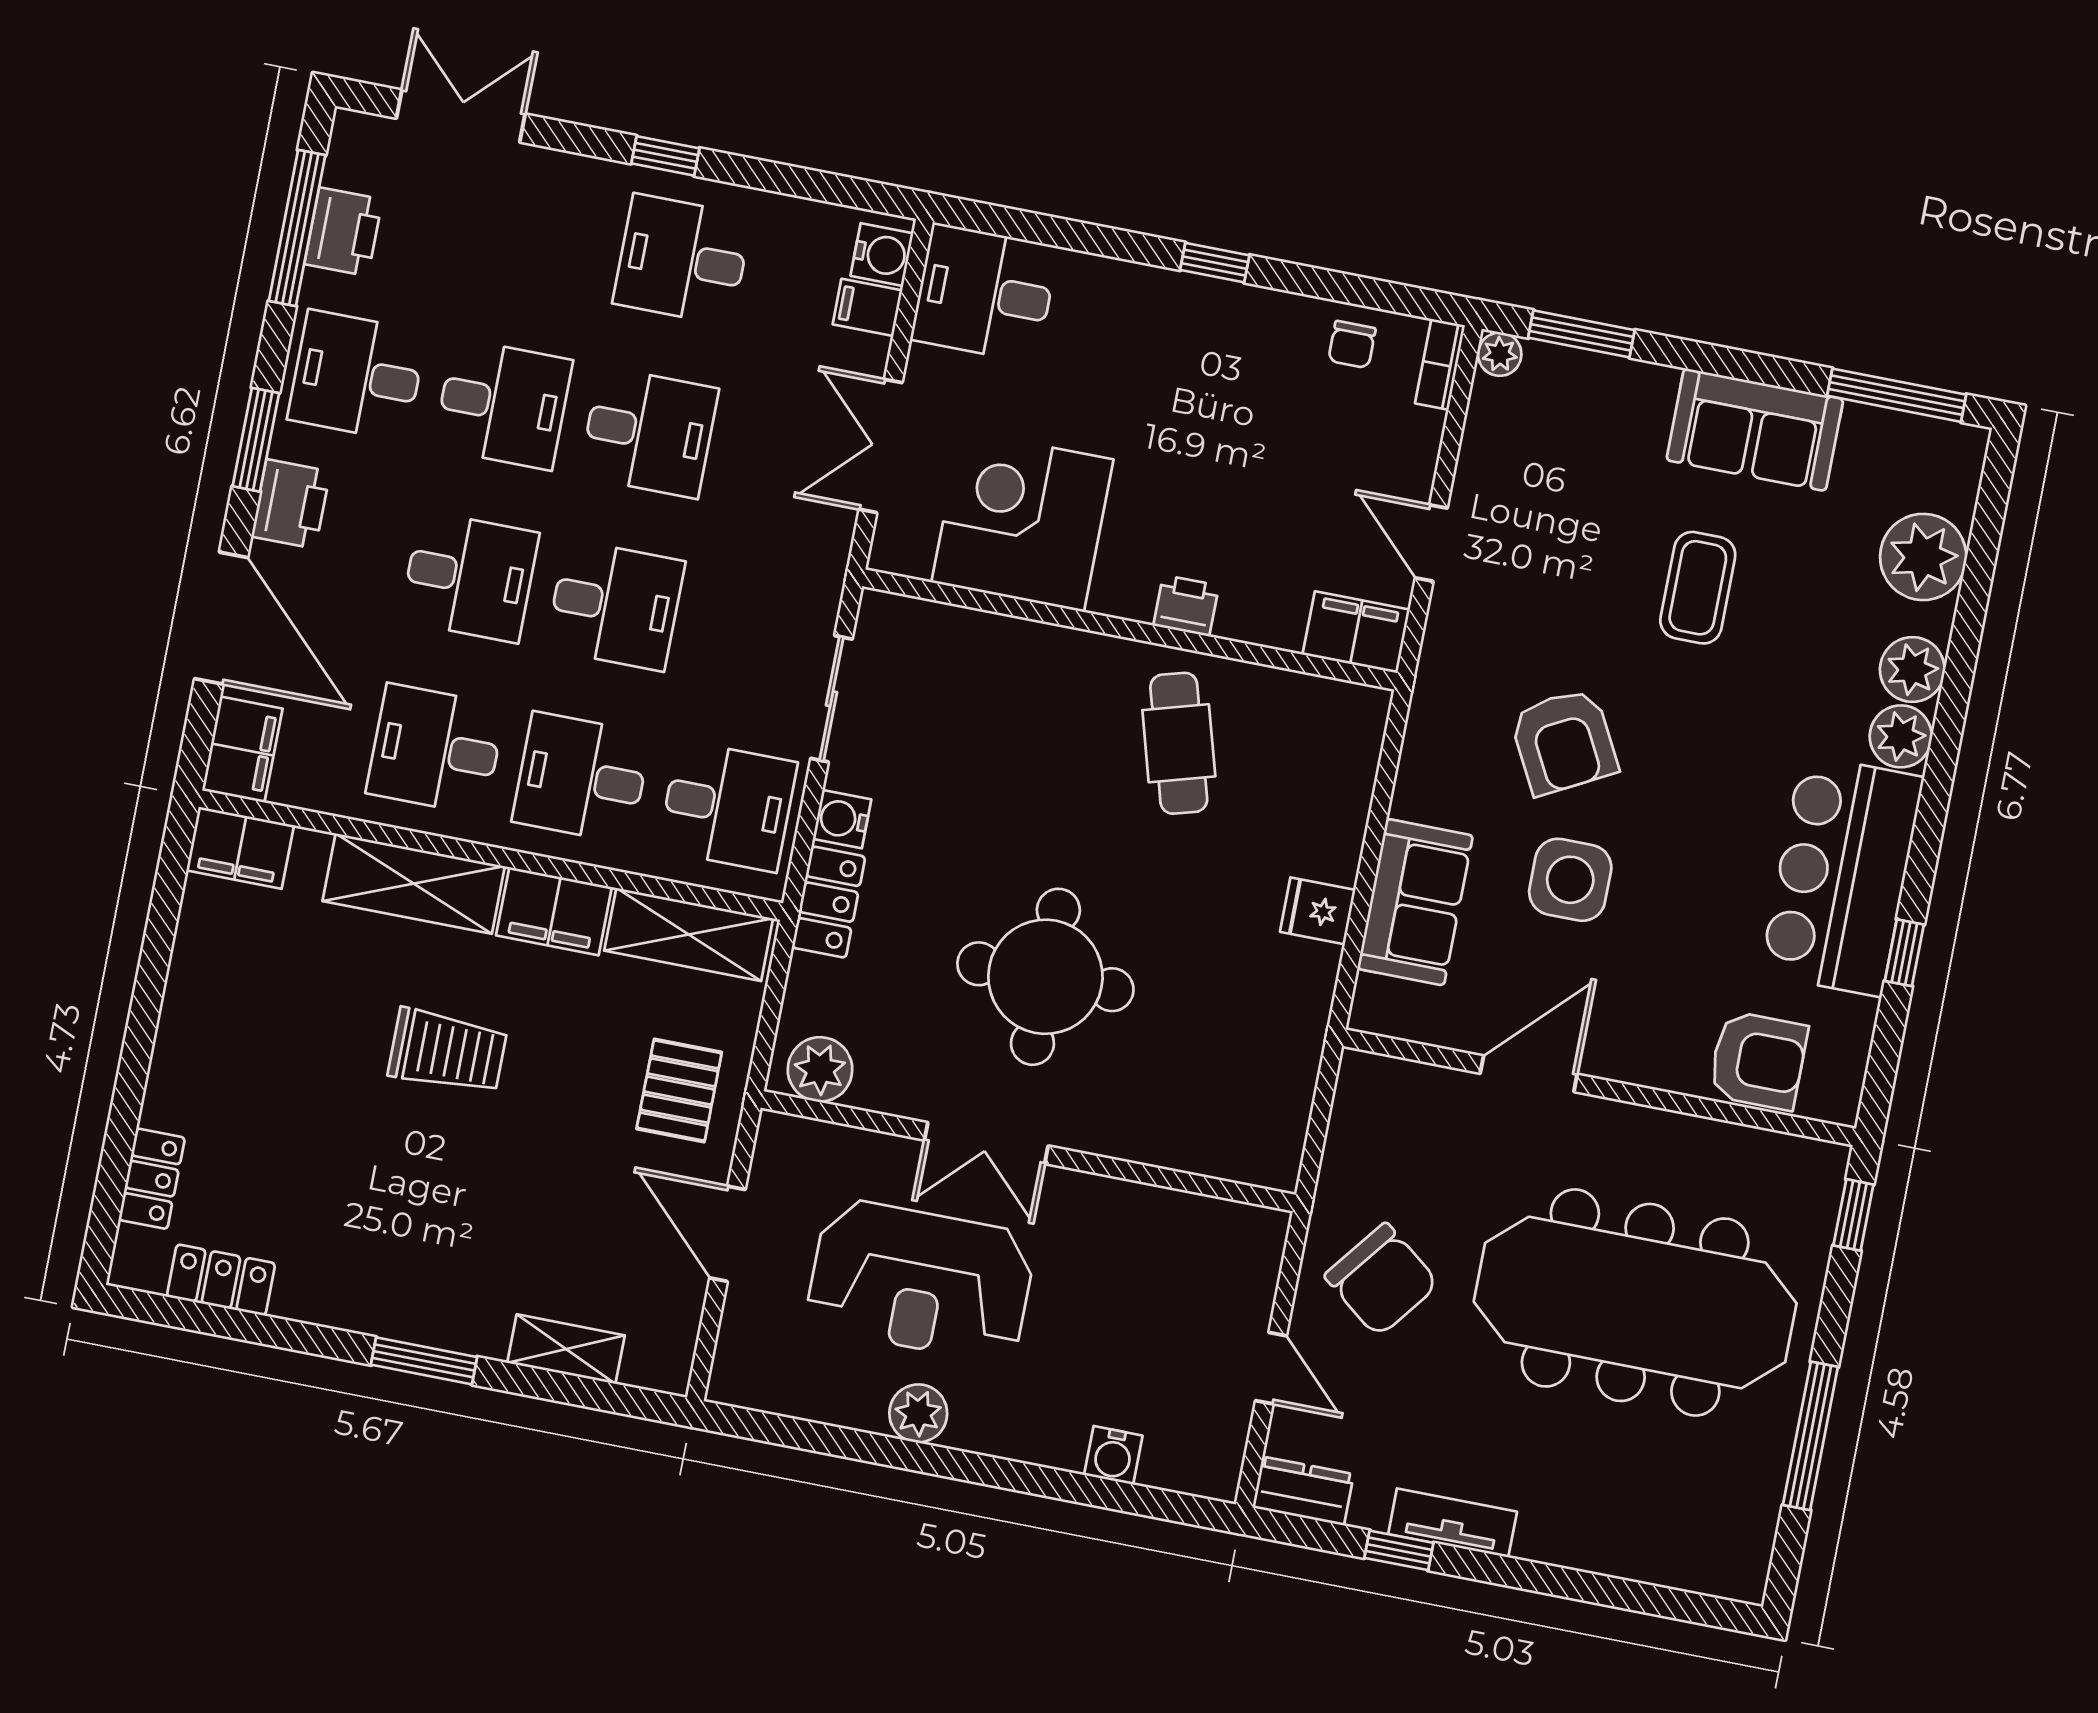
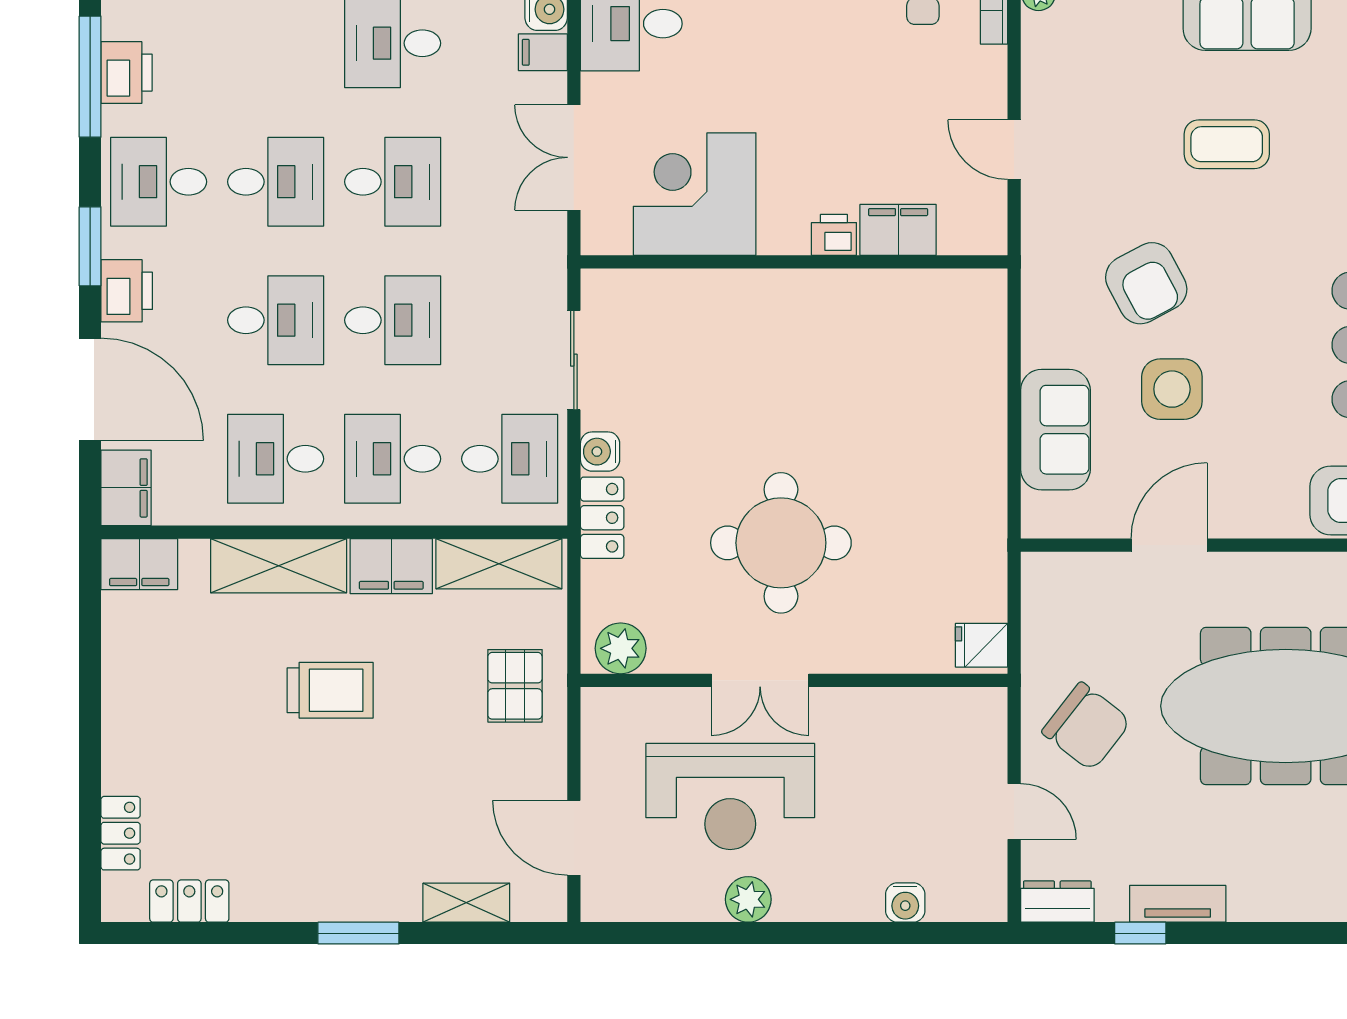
coffee table: (1698, 588) -> (1227, 144), turned 90
filing cabinet: (1356, 632) -> (898, 230), moved
cafe table: (1179, 743) -> (849, 342), removed
fridge: (1318, 911) -> (981, 645), moved
door: (728, 1234) -> (574, 838), moved

